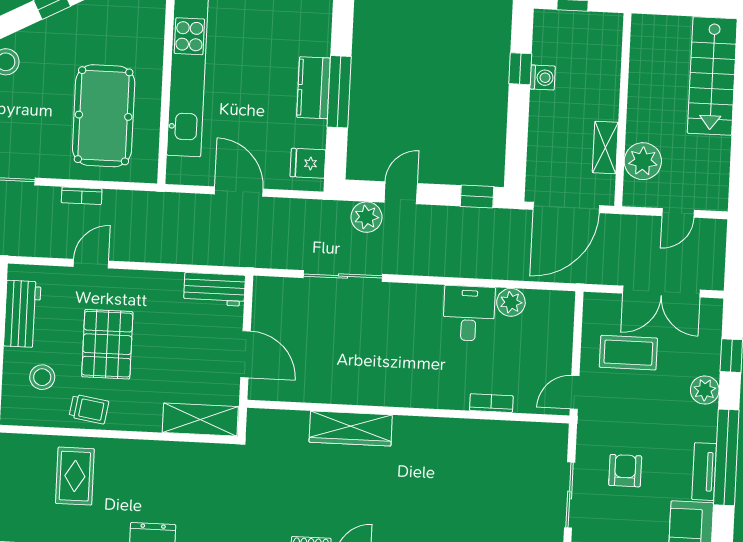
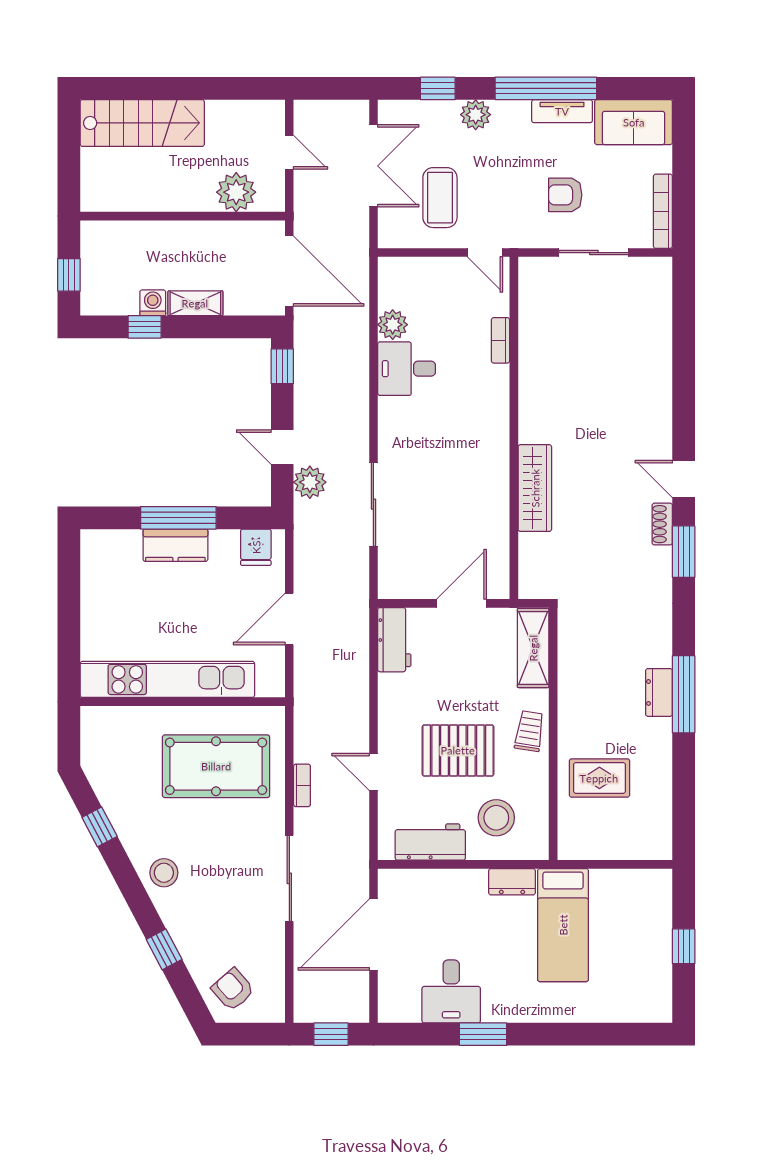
shelving: (605, 148) -> (195, 303), moved
stool: (42, 377) -> (496, 818), width x1.38, depth x1.38
trolley: (89, 409) -> (529, 731), moved

